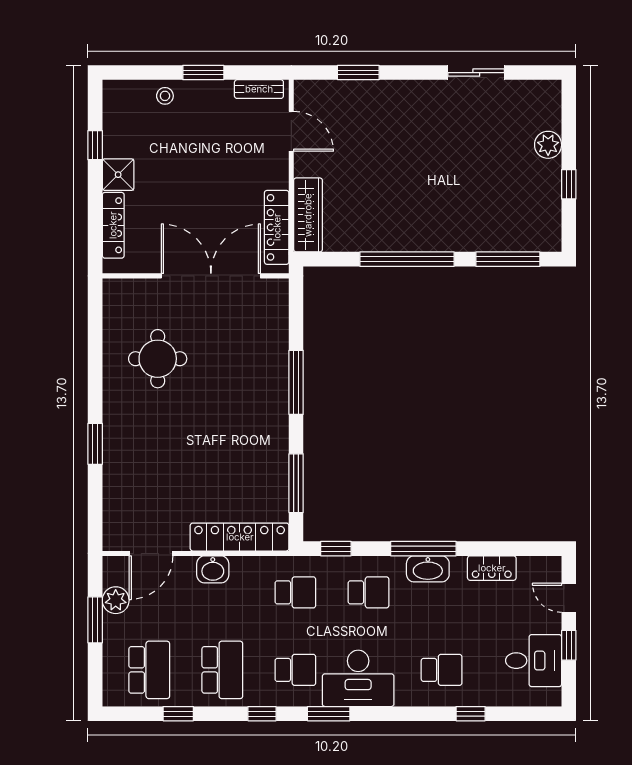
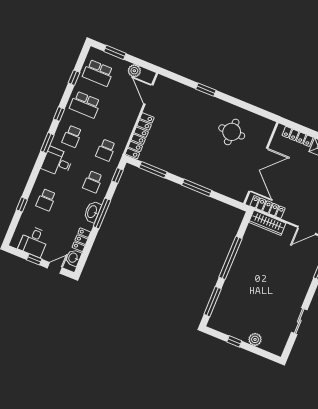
washbasin: (213, 569) -> (73, 258), moved
window: (95, 620) -> (115, 52), moved
desk: (358, 678) -> (57, 162), width x0.73

